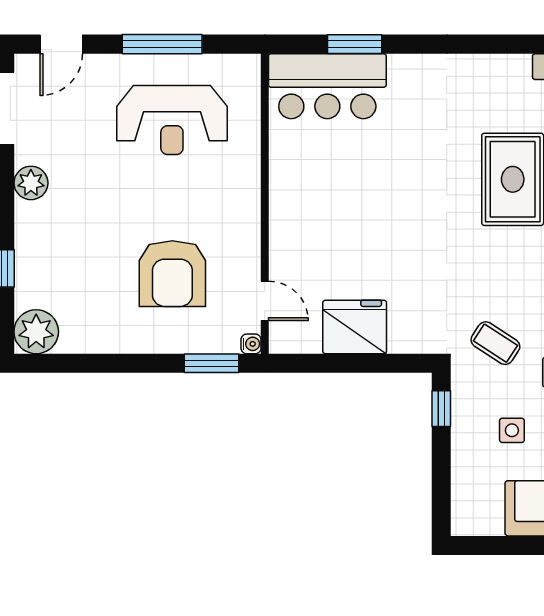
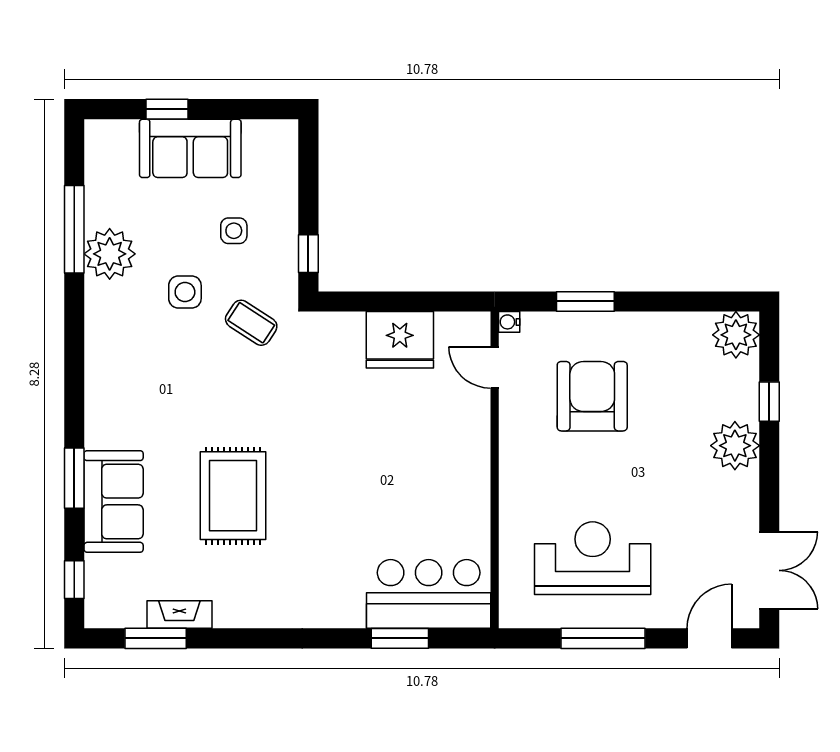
plant: (31, 183) -> (735, 446), moved, width x1.36, depth x1.36
window: (211, 363) -> (585, 301), moved

